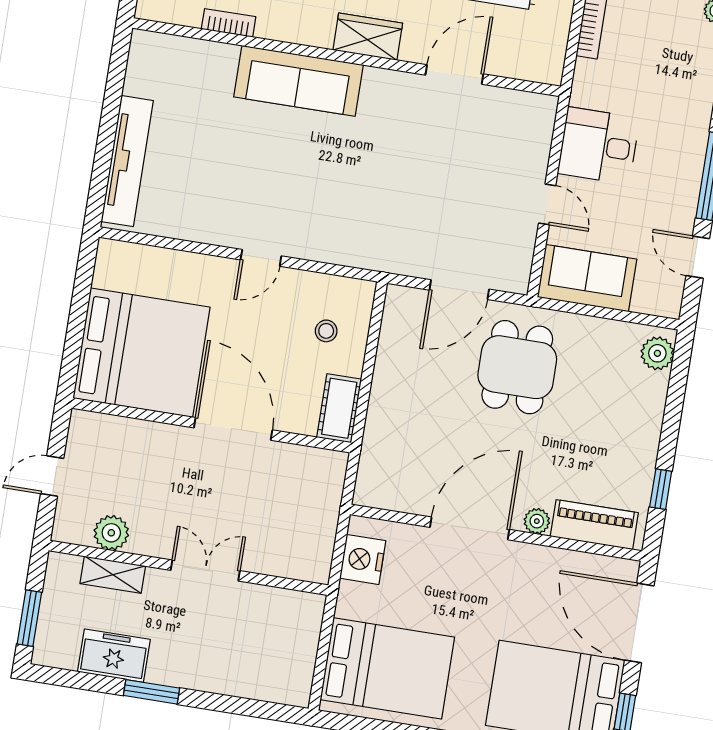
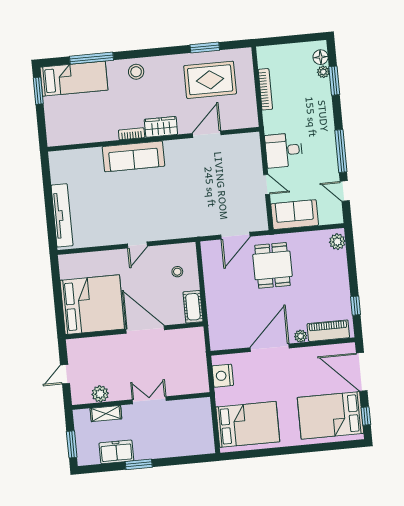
bookcase: (229, 23) -> (132, 134), moved

